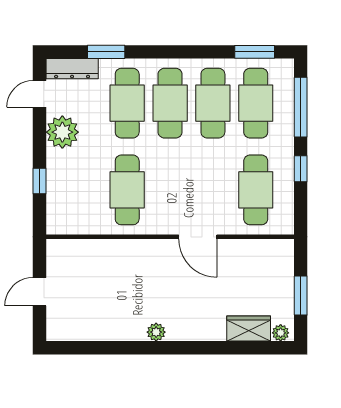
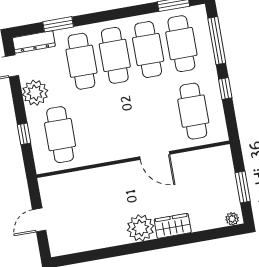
cafe table: (127, 190) -> (60, 135), moved
wardrobe: (249, 329) -> (173, 226), moved
plant: (156, 332) -> (140, 228), width x1.88, depth x1.88

